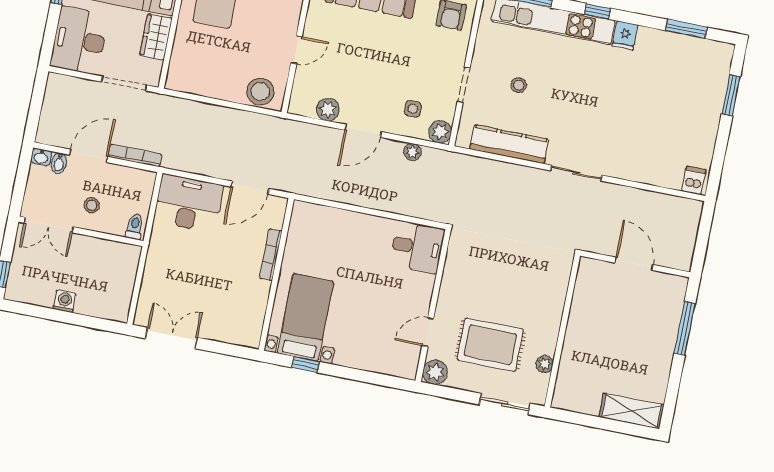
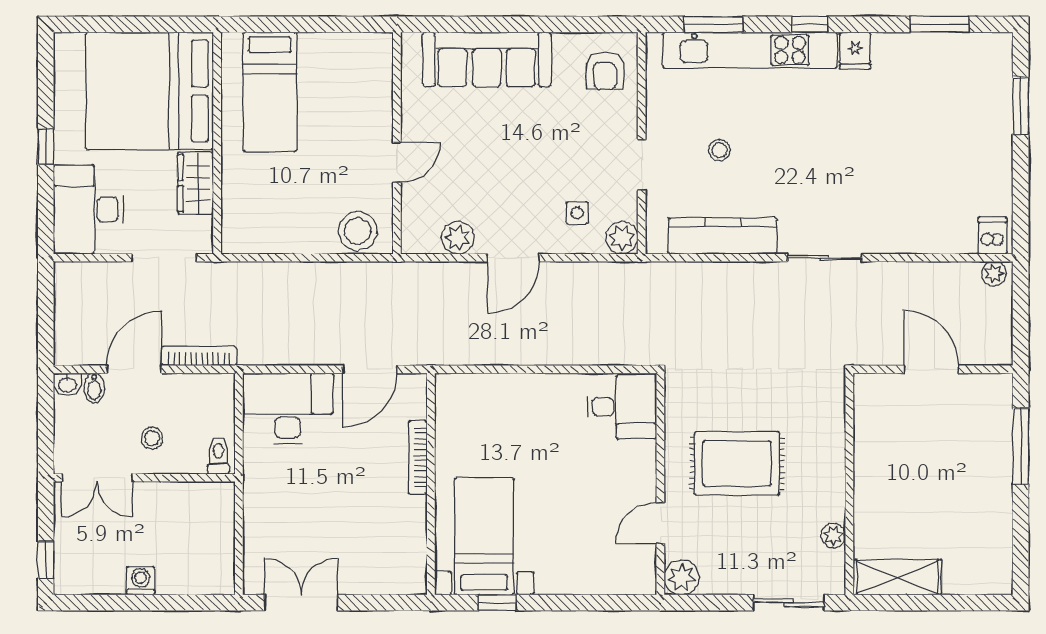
plant: (412, 152) -> (994, 274), moved
rug: (490, 345) -> (737, 463), moved
shelving: (631, 411) -> (897, 577), moved

